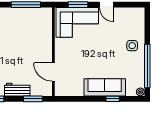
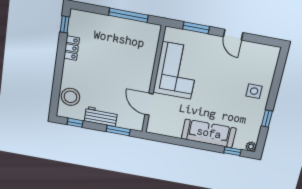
corner sofa: (77, 22) -> (177, 71), moved, turned -90
window: (147, 66) -> (267, 119), width x0.32
window: (113, 99) -> (232, 151), moved

